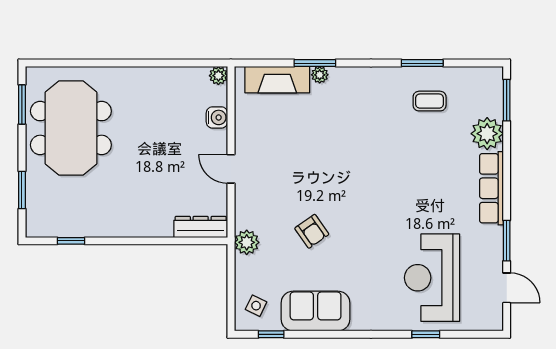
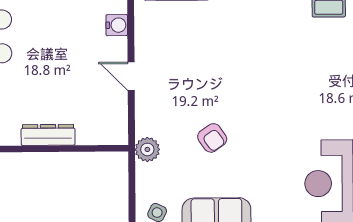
dresser: (201, 227) -> (48, 135), moved

